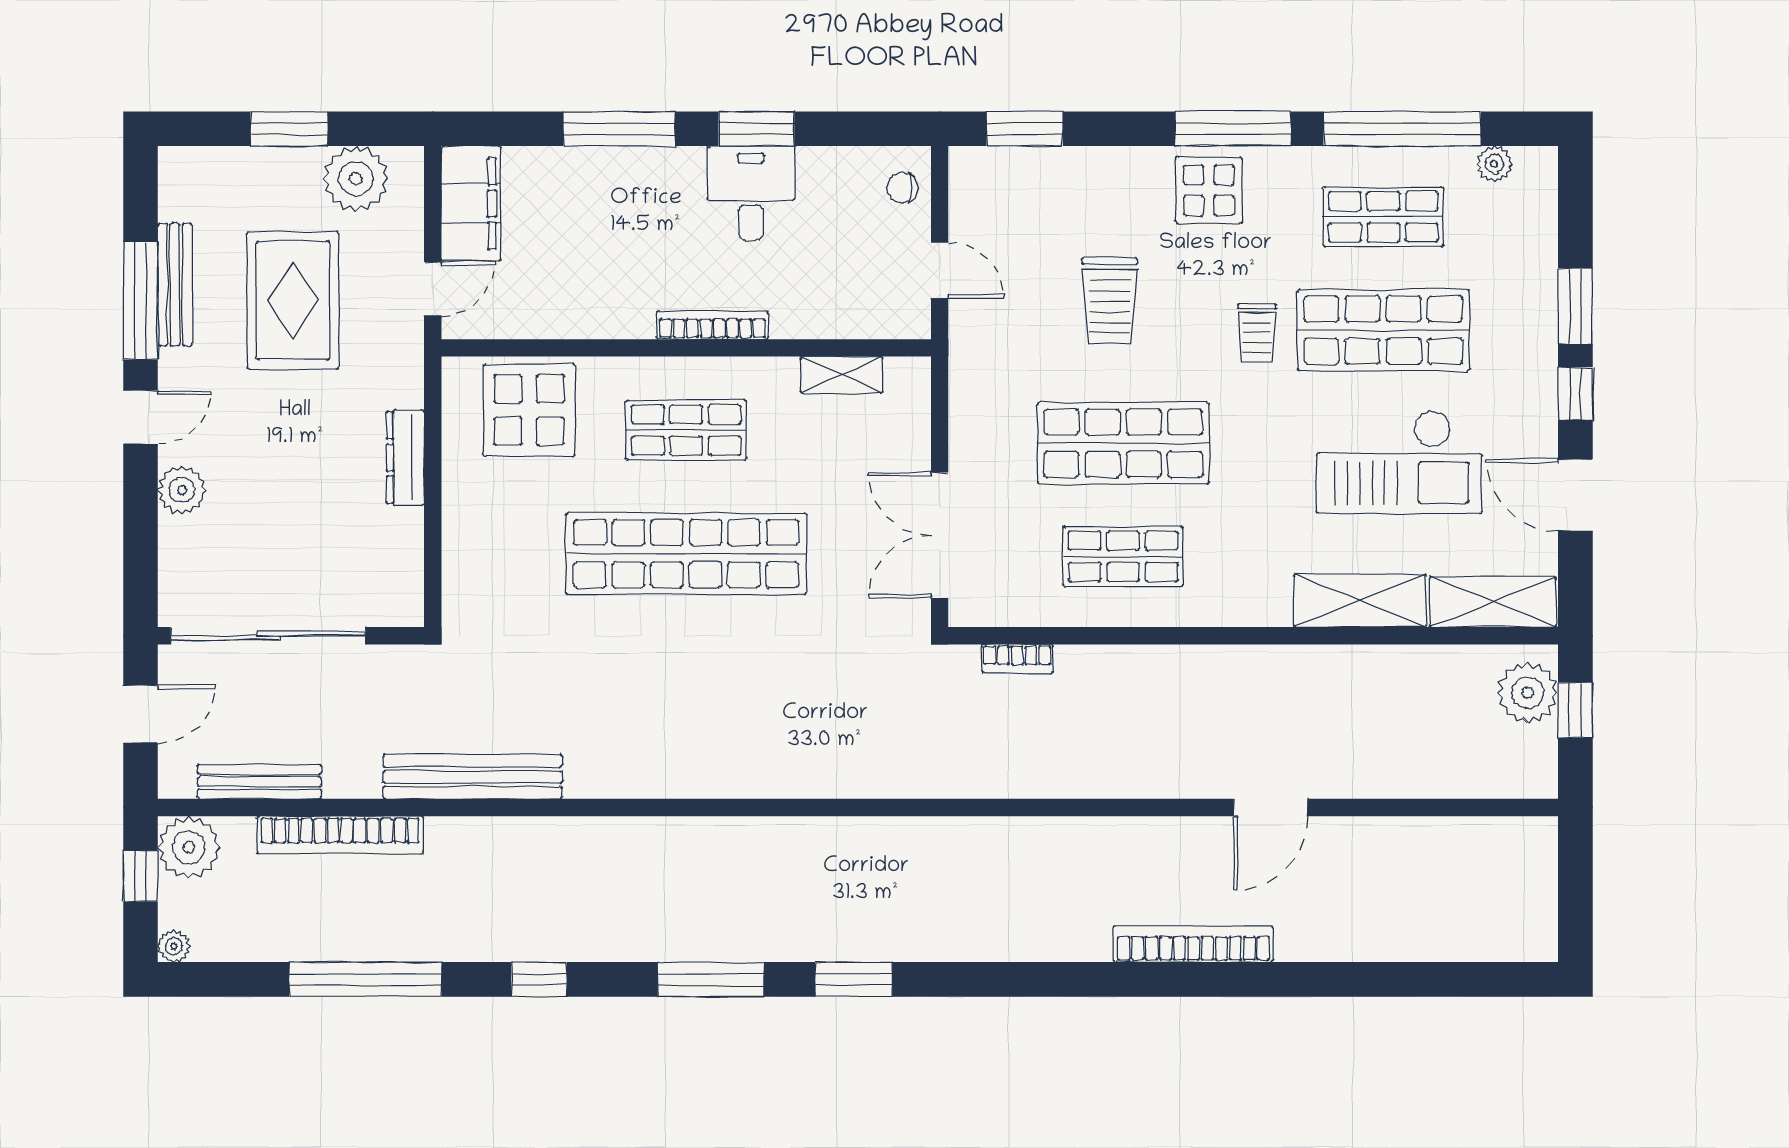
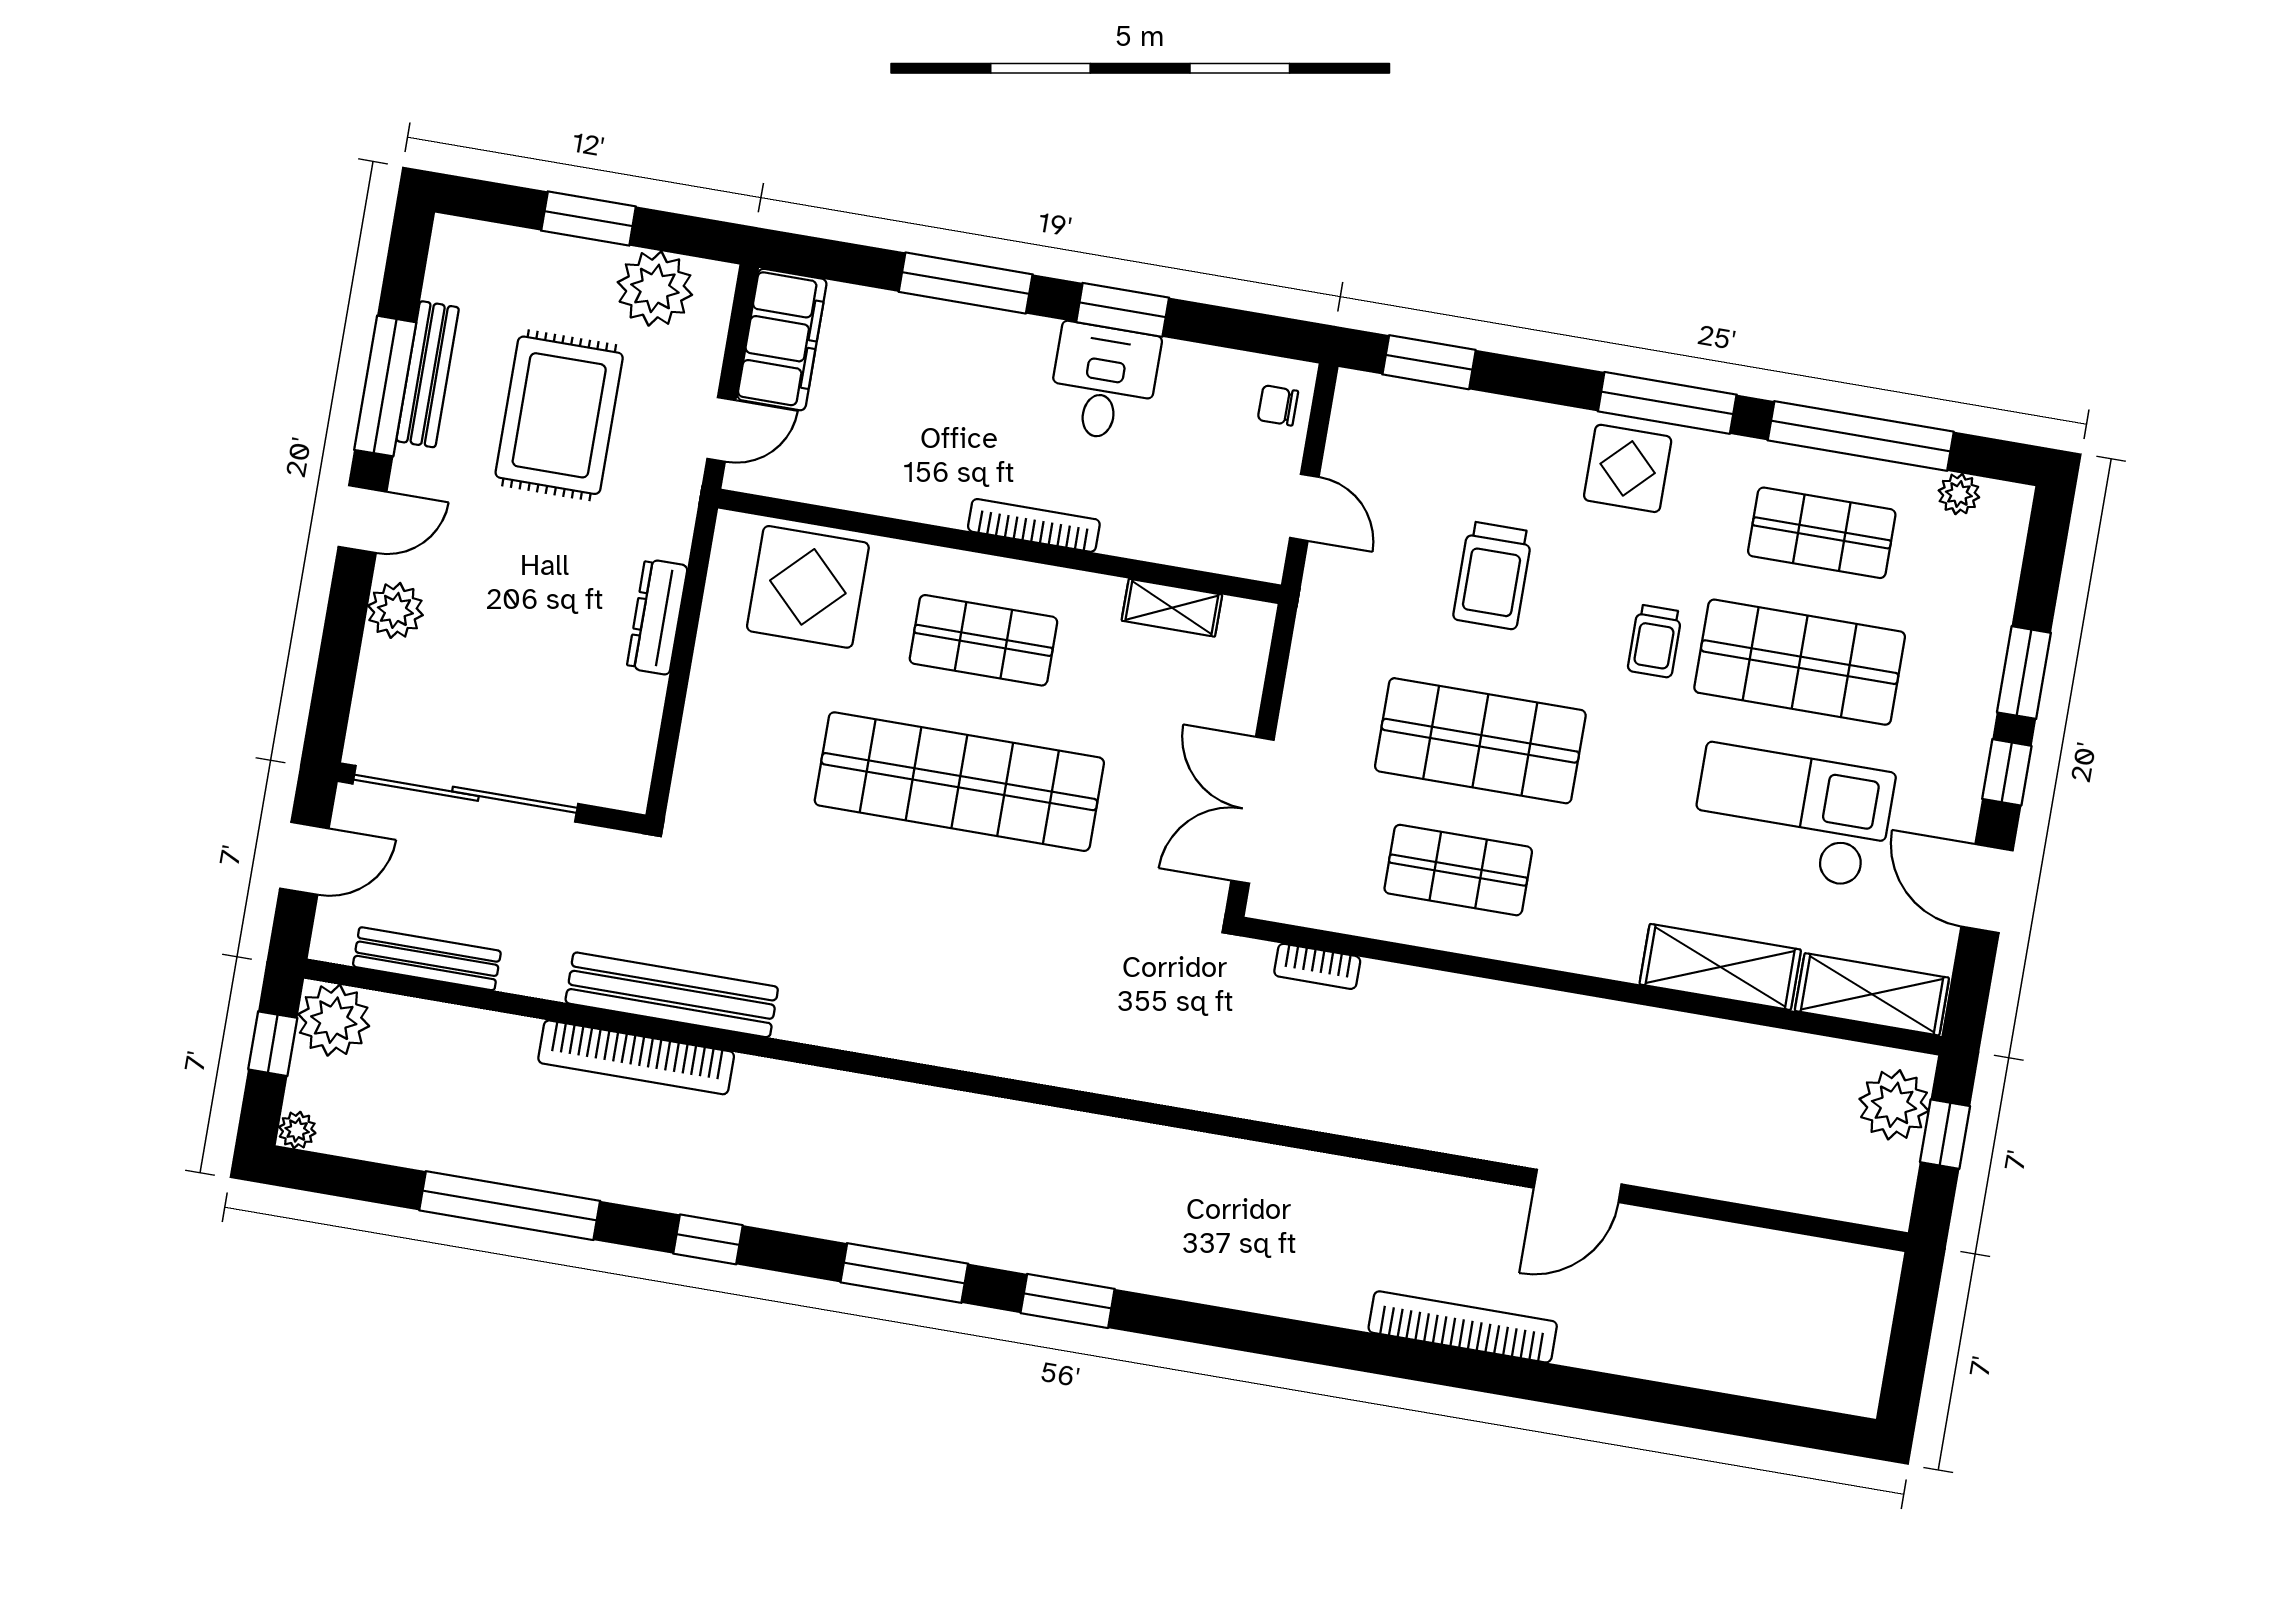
checkout: (1399, 462) -> (1792, 816), turned 180
bookcase: (340, 835) -> (636, 1057), moved

